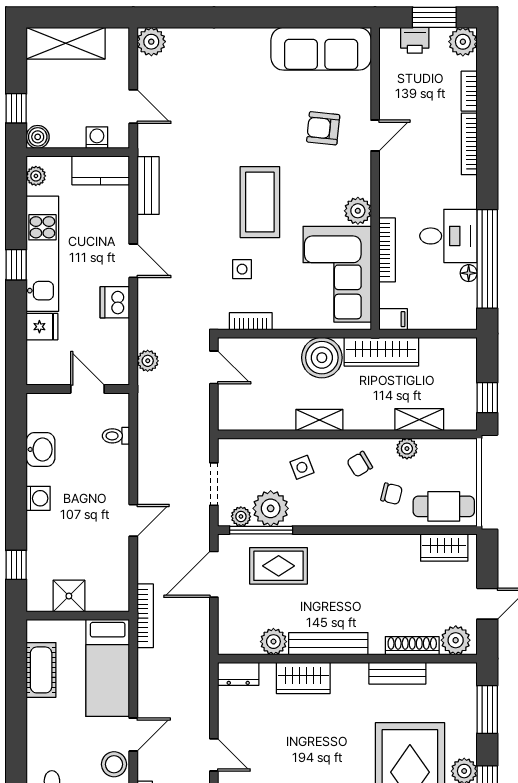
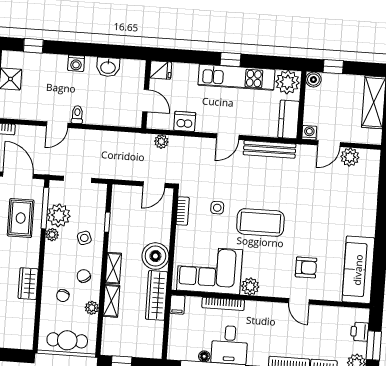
plant: (151, 42) -> (350, 157), moved
armchair: (323, 128) -> (306, 267), turned 84
washing machine: (97, 138) -> (309, 133), moved, turned -90
plant: (36, 176) -> (287, 82), width x1.88, depth x1.88
bench: (148, 186) -> (270, 149), width x1.36
dishwasher: (115, 302) -> (185, 121), moved
fridge: (42, 327) -> (161, 70), moved, turned -90
door: (87, 389) -> (146, 101), hinge flipped
shelving: (319, 420) -> (113, 268), moved
shelving: (419, 420) -> (111, 301), moved
window: (276, 434) -> (107, 222), added
toilet: (116, 436) -> (77, 115), moved
cafe table: (444, 506) -> (67, 340), moved, turned 90
plant: (241, 516) -> (52, 235), moved
door: (133, 520) -> (57, 125), hinge flipped
wardrobe: (444, 548) -> (28, 284), moved

